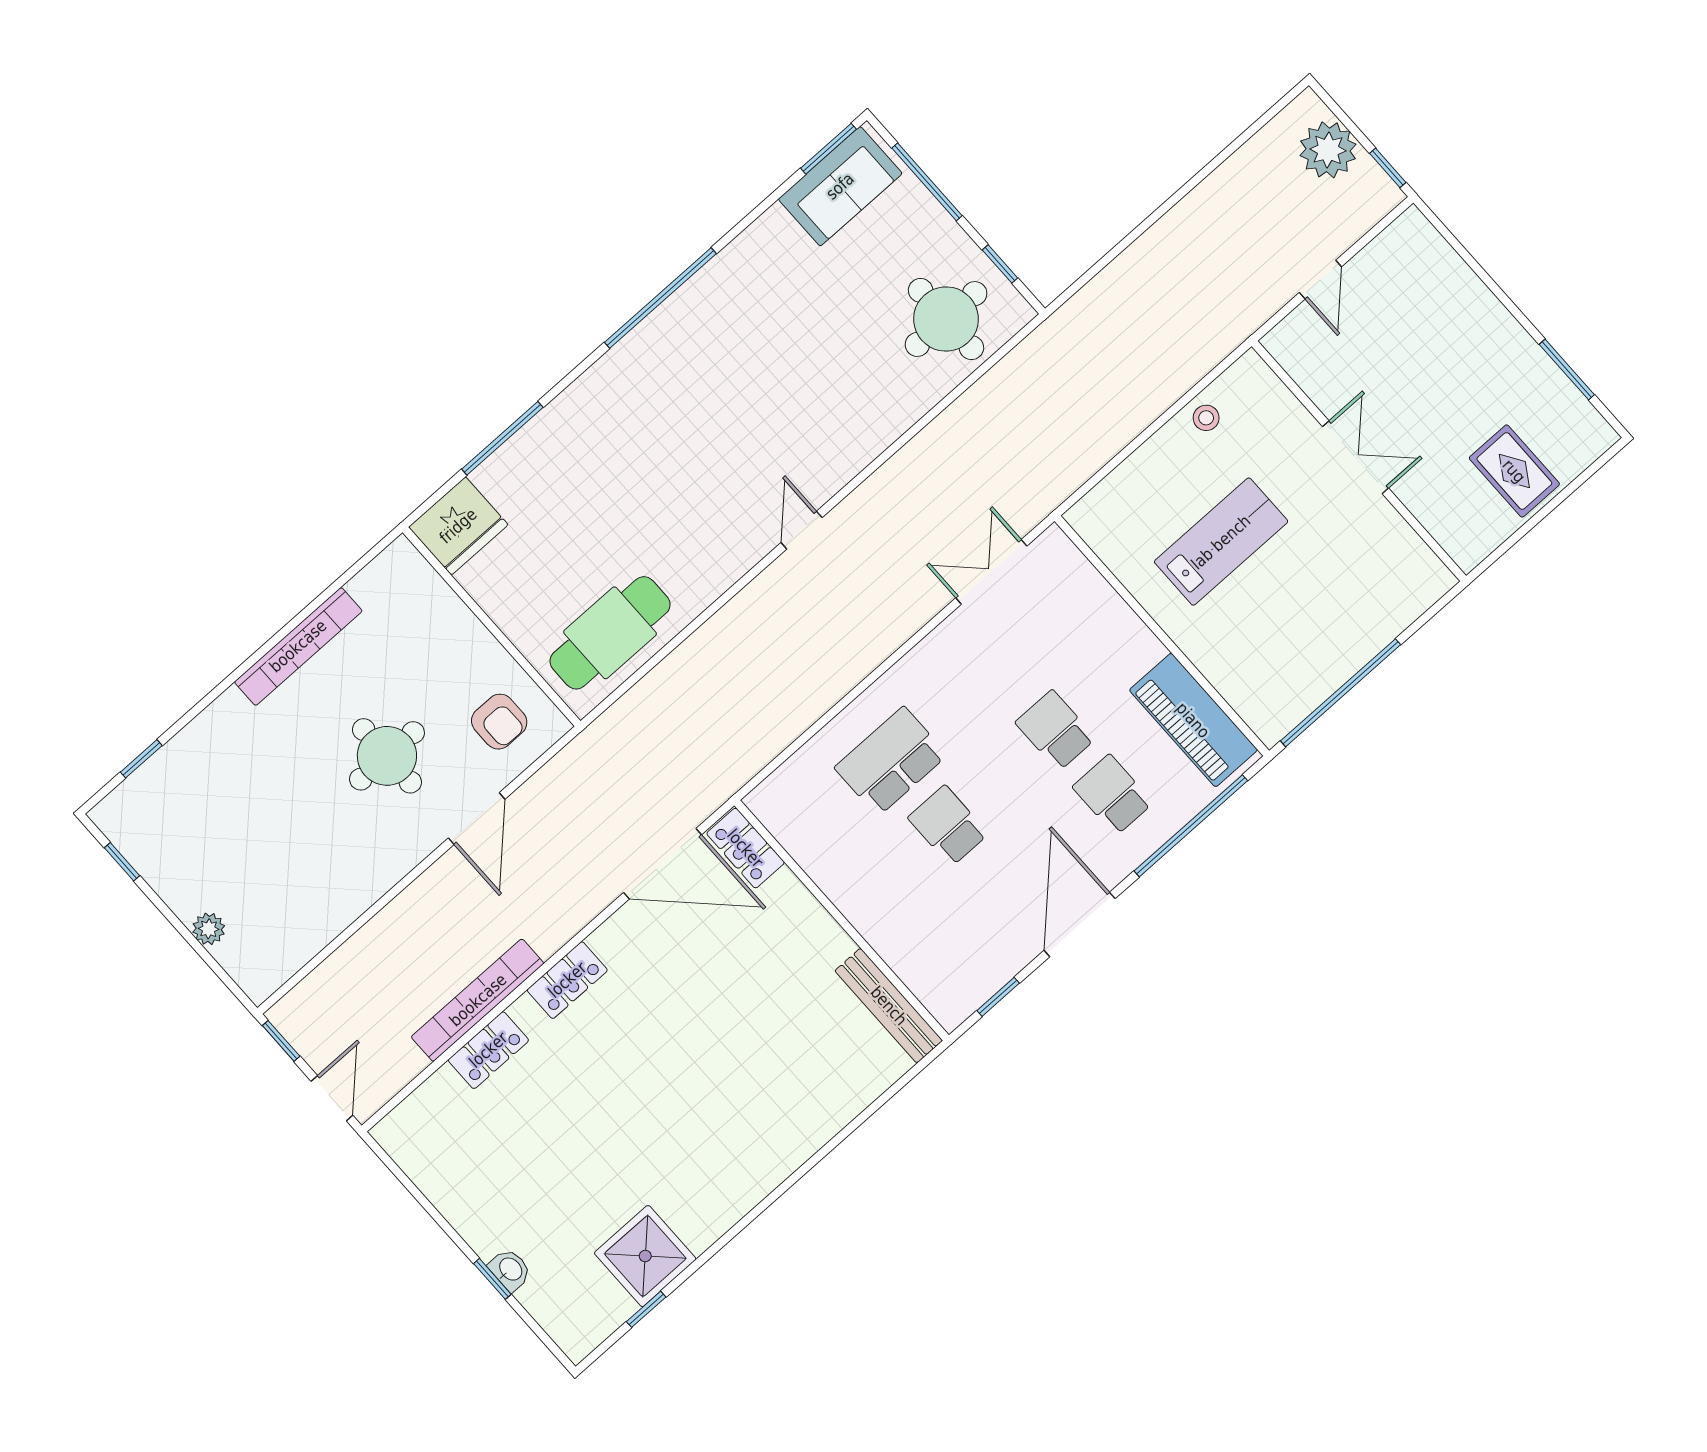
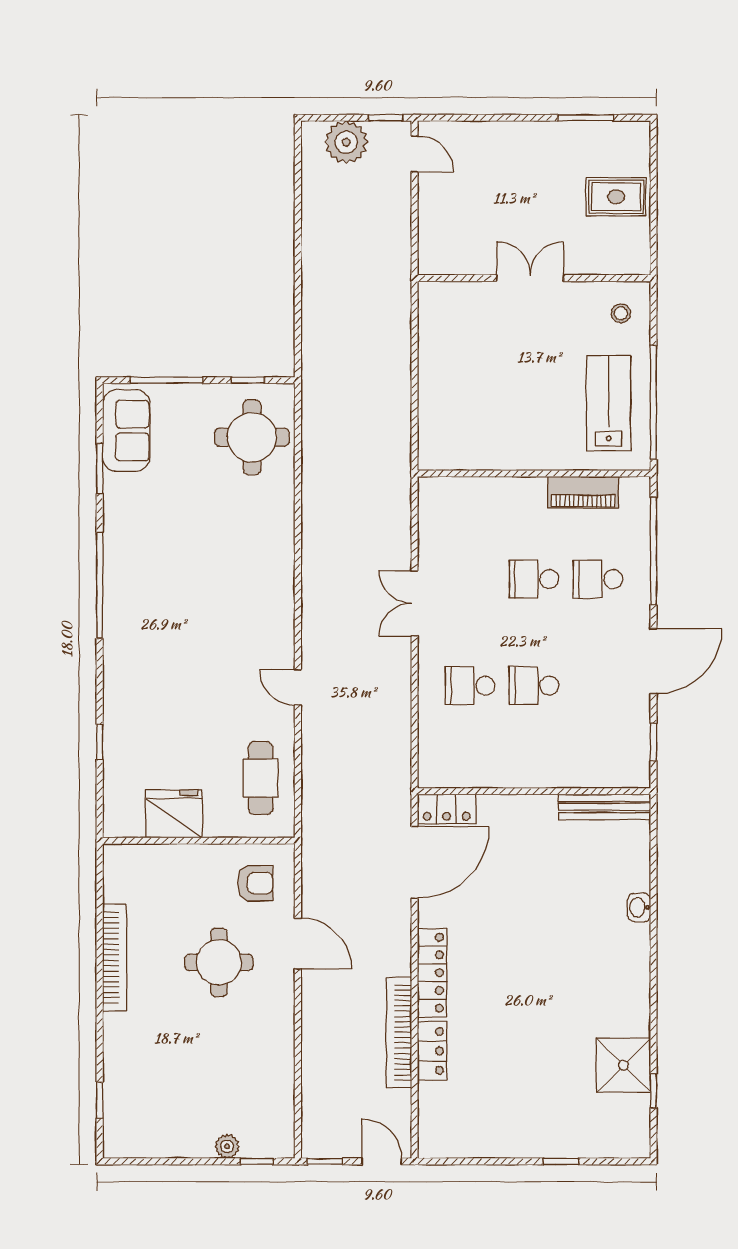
window: (829, 149) -> (100, 469), moved
door: (1320, 280) -> (414, 154), moved
stool: (1206, 418) -> (621, 313), moved
window: (502, 438) -> (100, 742), width x0.46
fridge: (458, 526) -> (174, 814), moved, turned -90
door: (802, 530) -> (298, 687), moved
lab bench: (1221, 542) -> (609, 403), moved
double door: (991, 572) -> (414, 603), moved
cafe table: (610, 633) -> (261, 778), width x0.73, depth x0.74
piano: (1193, 720) -> (583, 492), width x0.73, depth x0.75
school desk: (891, 761) -> (470, 686), width x0.54
window: (122, 862) -> (257, 1161), moved
door: (1080, 924) -> (653, 661), swing flipped
locker: (567, 980) -> (432, 973), width x1.53
washbasin: (510, 1270) -> (639, 907), moved, turned -90

